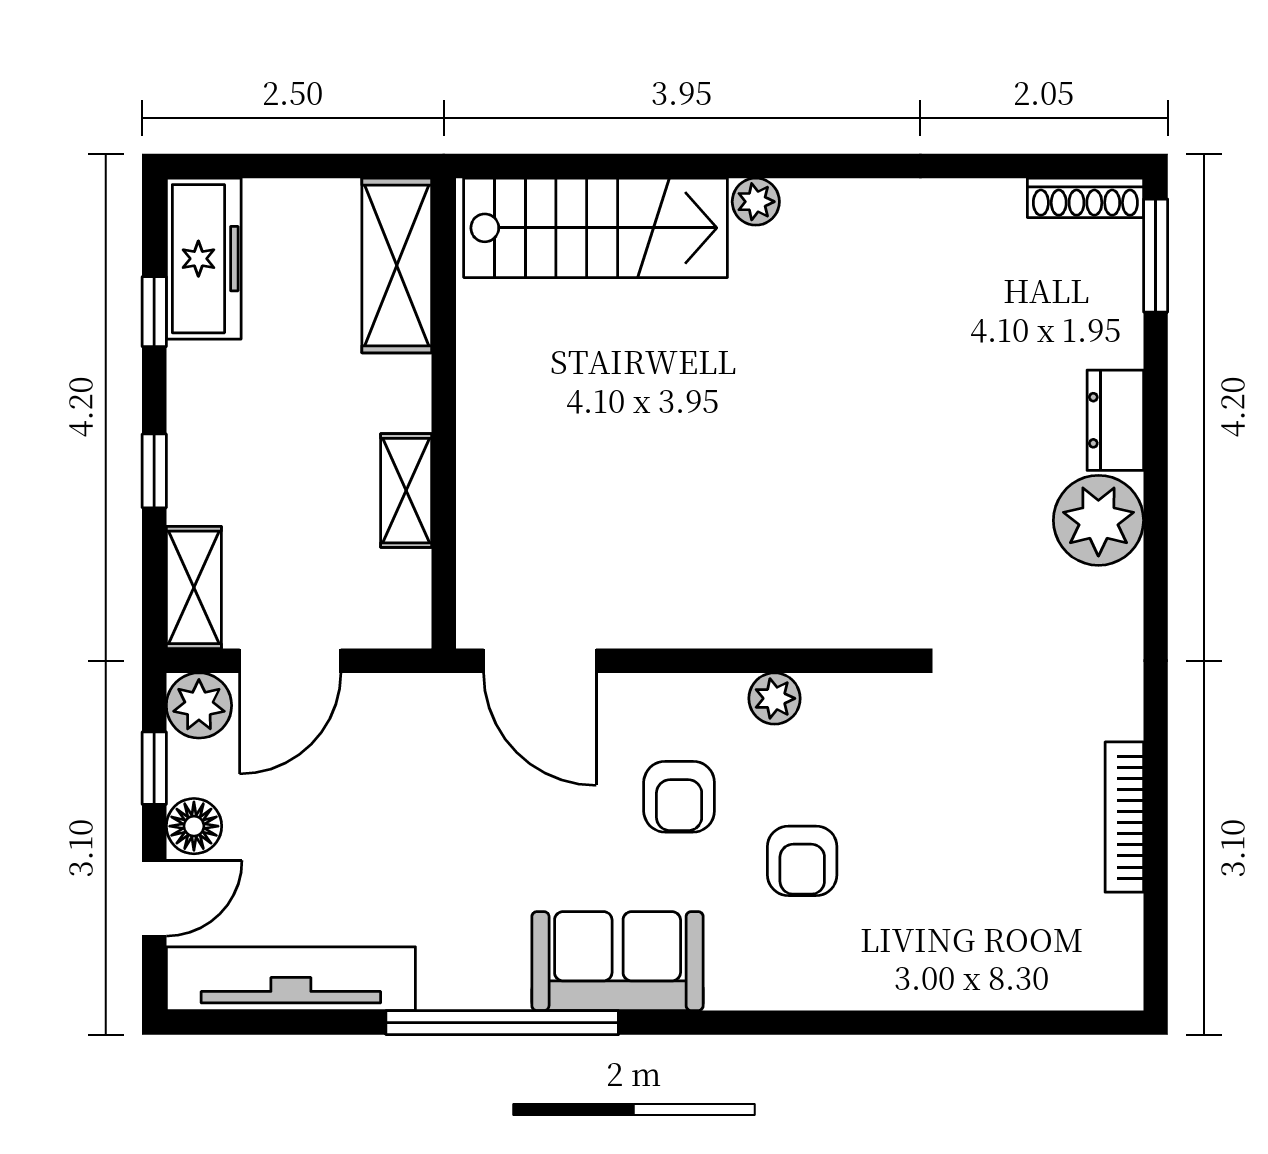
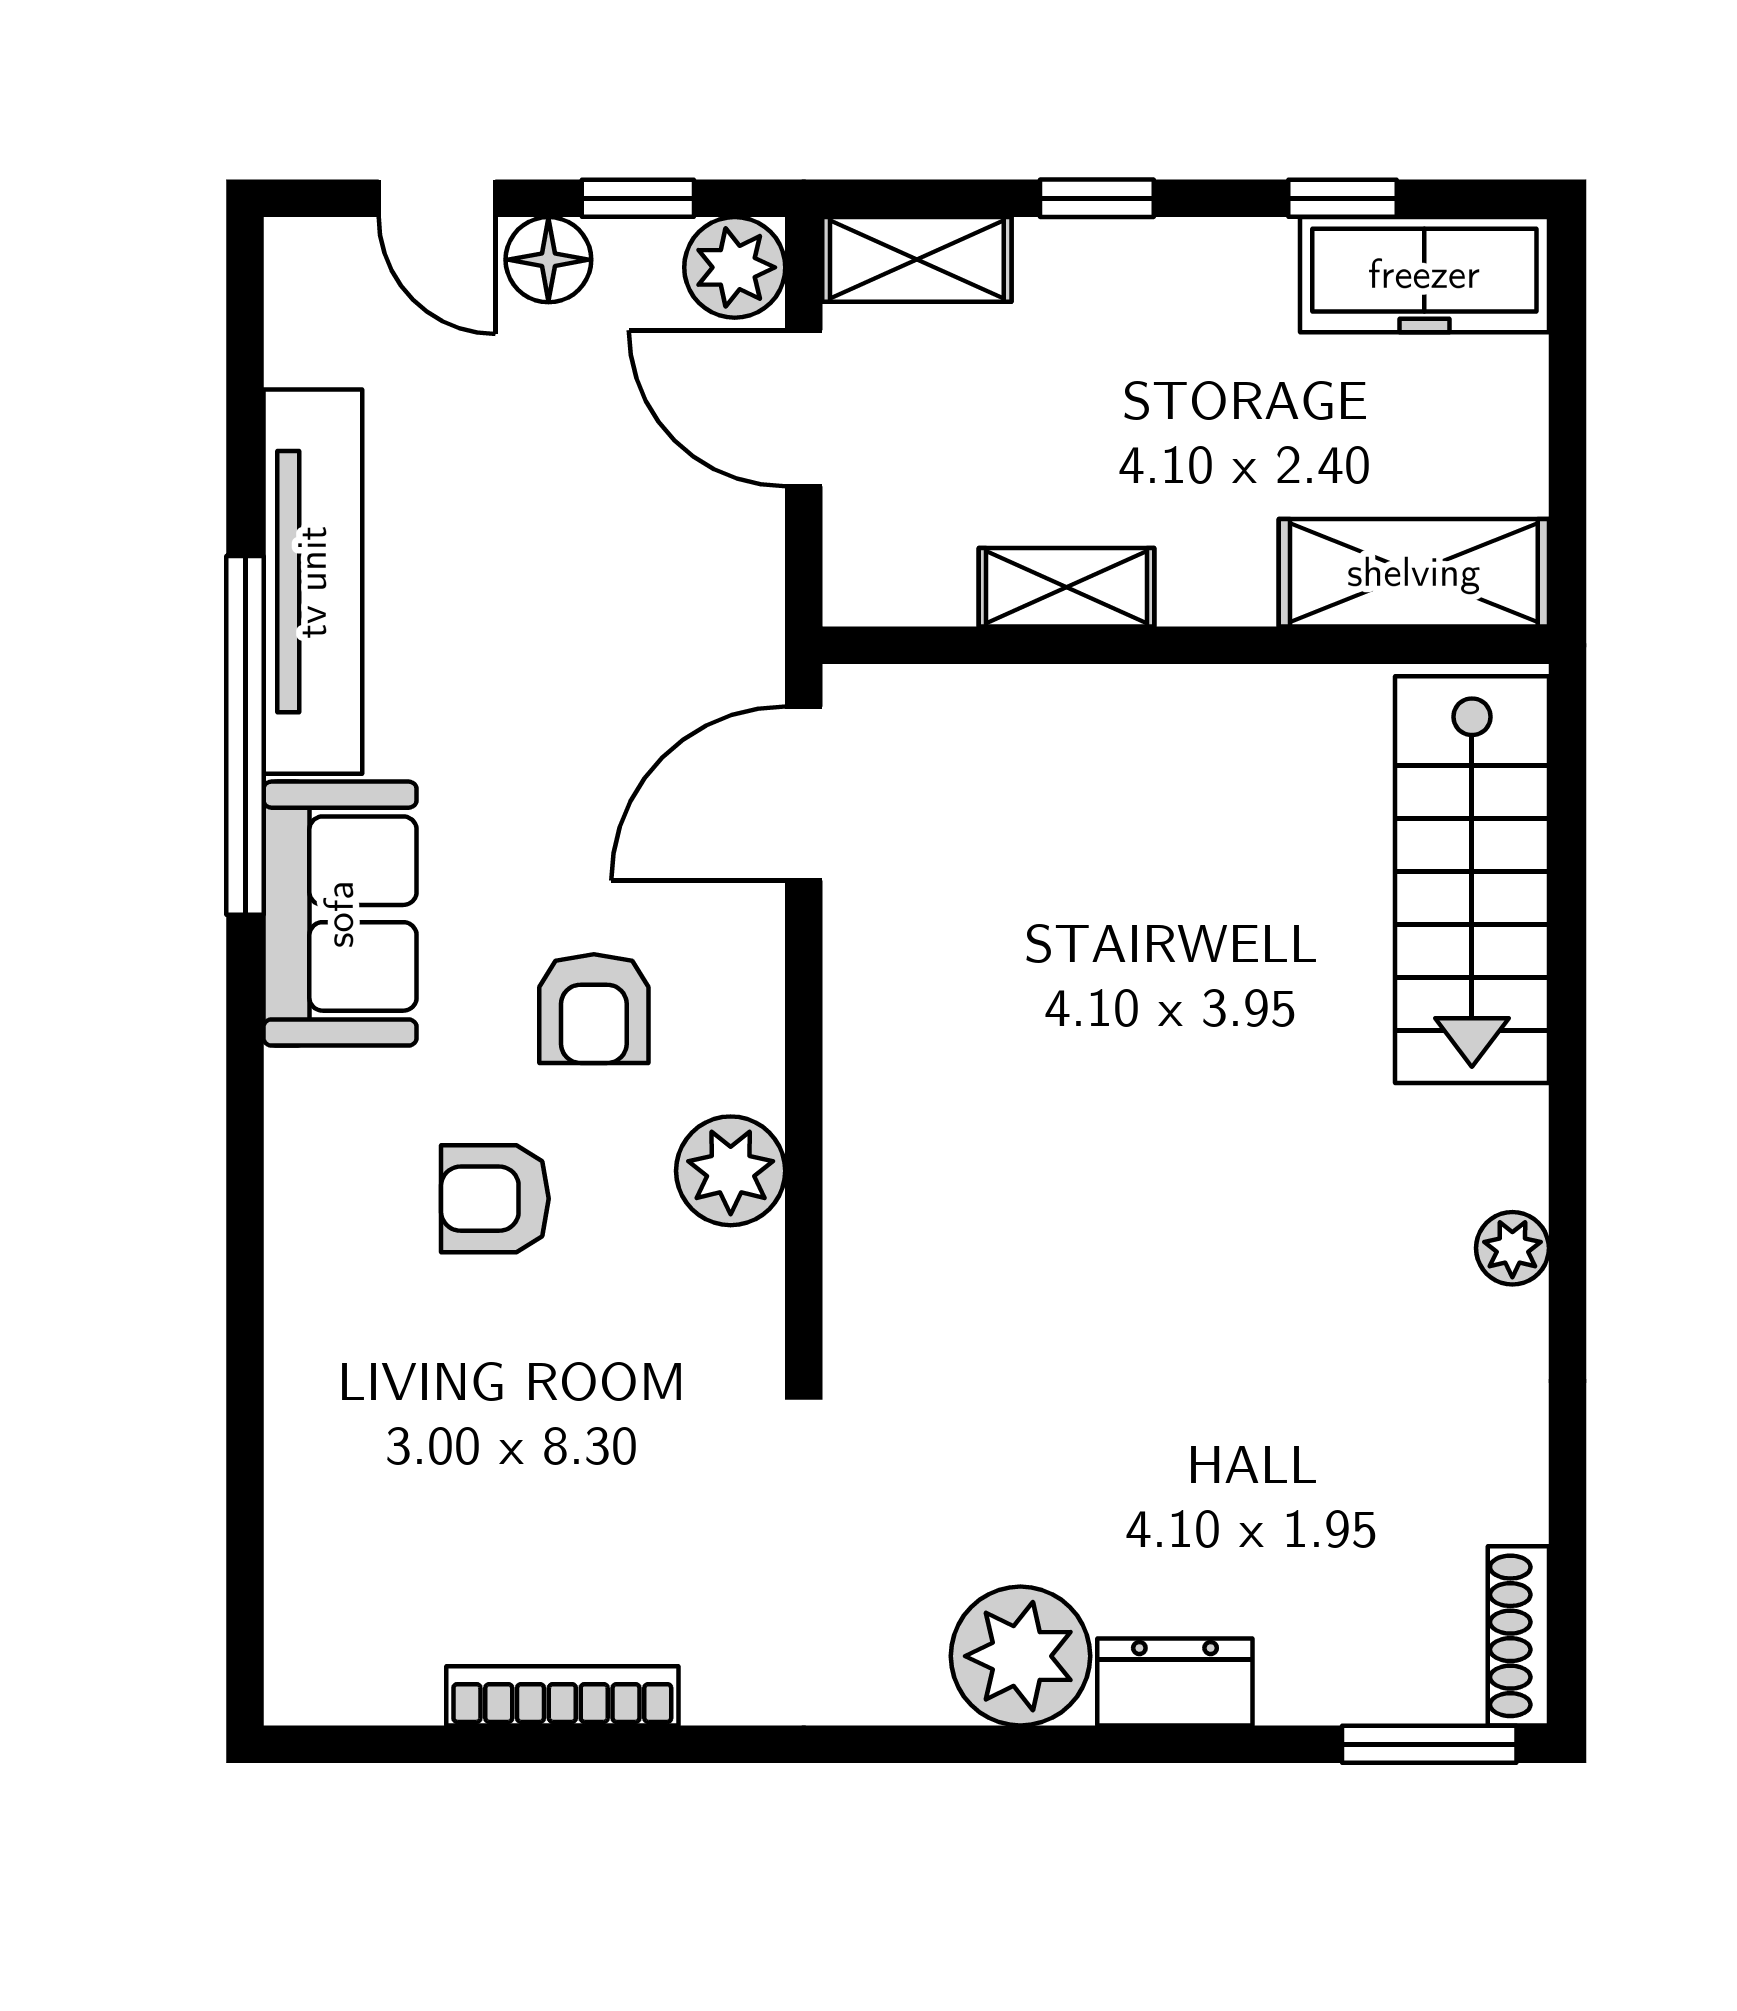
plant: (756, 202) -> (1512, 1248), moved
plant: (775, 698) -> (731, 1171), width x1.38, depth x1.38
armchair: (679, 797) -> (594, 1009), turned -90
tv unit: (291, 979) -> (313, 582), moved

